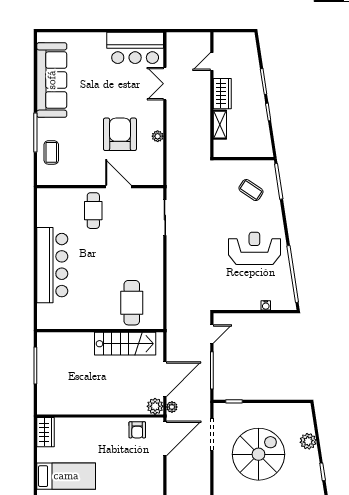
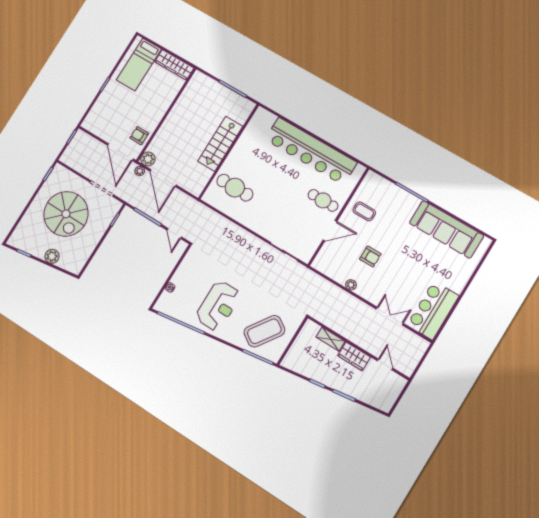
armchair: (120, 134) -> (370, 257), width x0.53, depth x0.53
coffee table: (51, 152) -> (364, 211), moved
coffee table: (251, 190) -> (264, 331), width x1.86, depth x1.72
bar counter: (52, 265) -> (311, 151), width x1.36
stairs: (125, 344) -> (220, 144), moved
wardrobe: (45, 432) -> (174, 65), width x1.50

